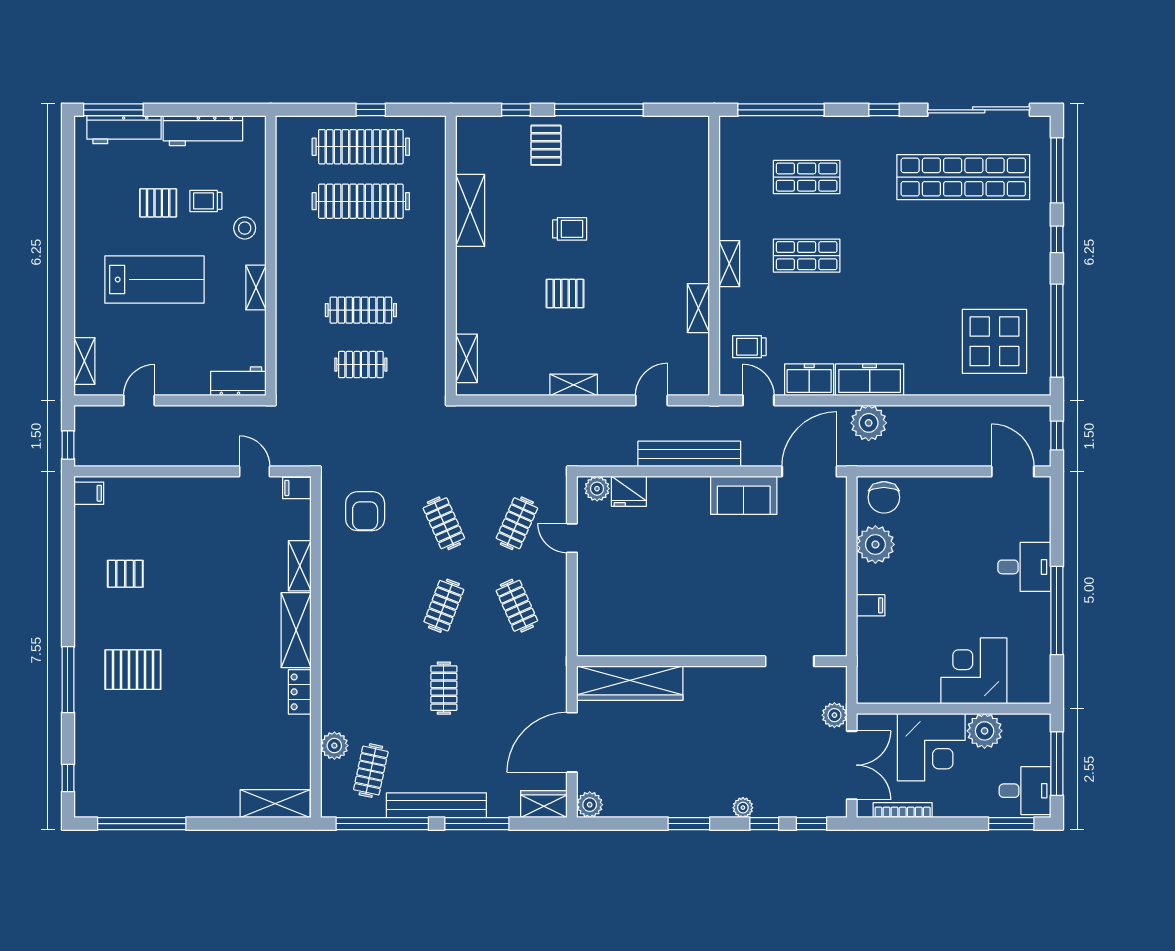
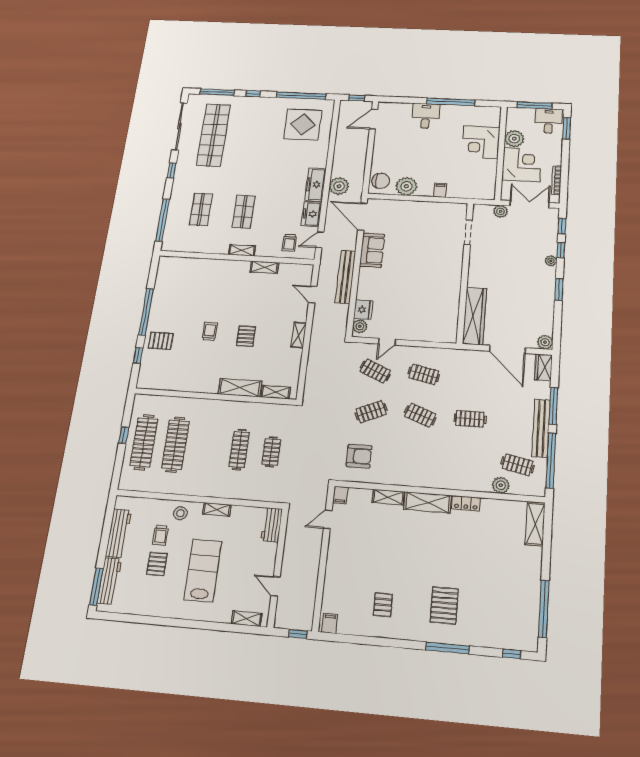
shelving: (470, 210) -> (240, 388), moved
clothes rail: (517, 606) -> (424, 374), turned 36

